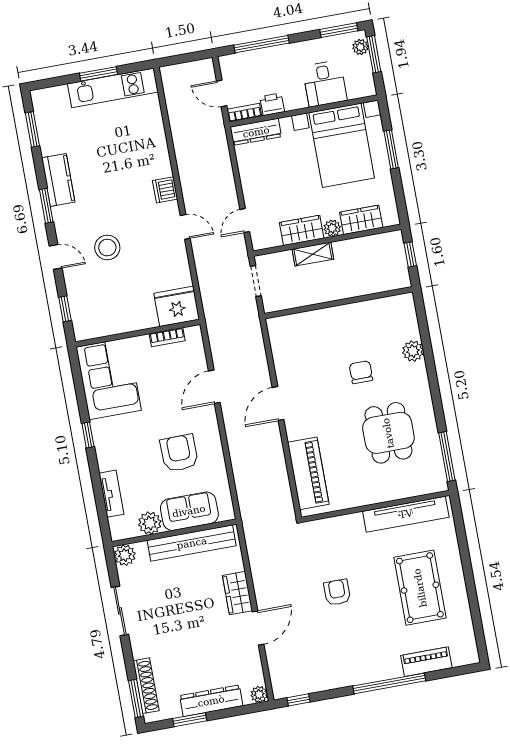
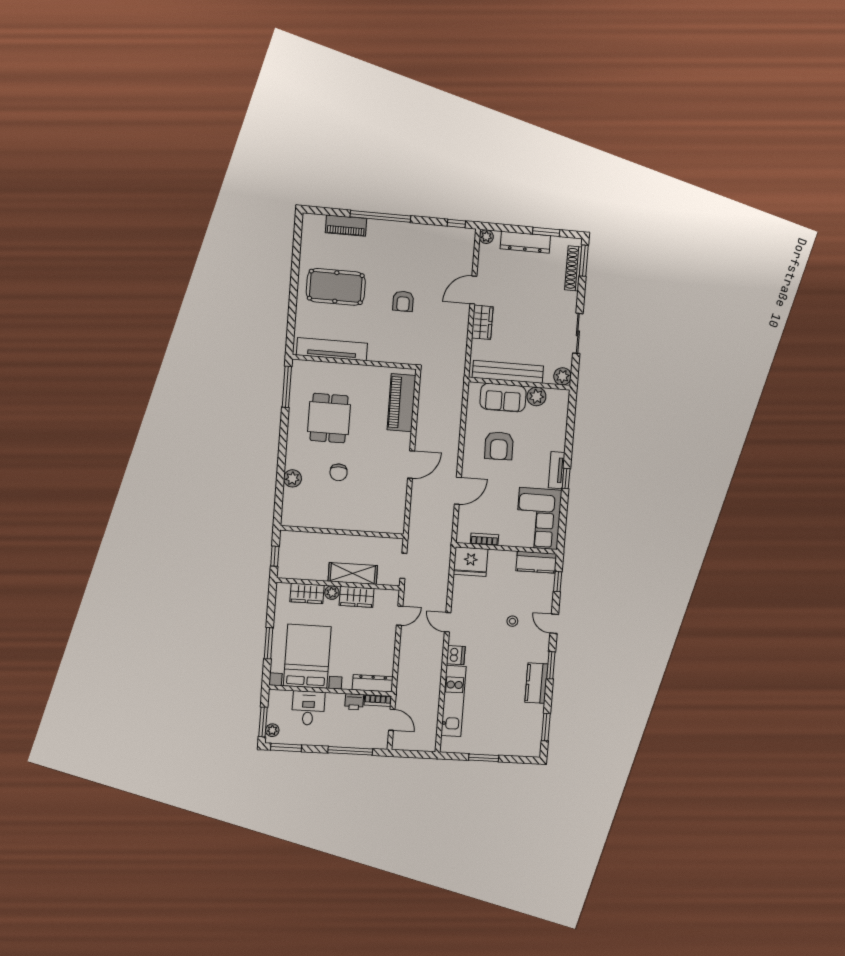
kitchen unit: (113, 88) -> (453, 701), moved, turned 90
stool: (107, 248) -> (512, 621), width x0.53, depth x0.53
shelving: (313, 254) -> (353, 573), width x1.50, depth x1.33
kitchen counter: (97, 326) -> (536, 562), added
tv unit: (111, 494) -> (557, 470), moved
pool table: (420, 588) -> (336, 287), turned 90

